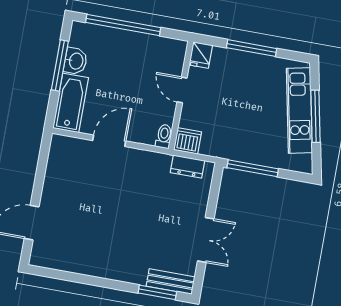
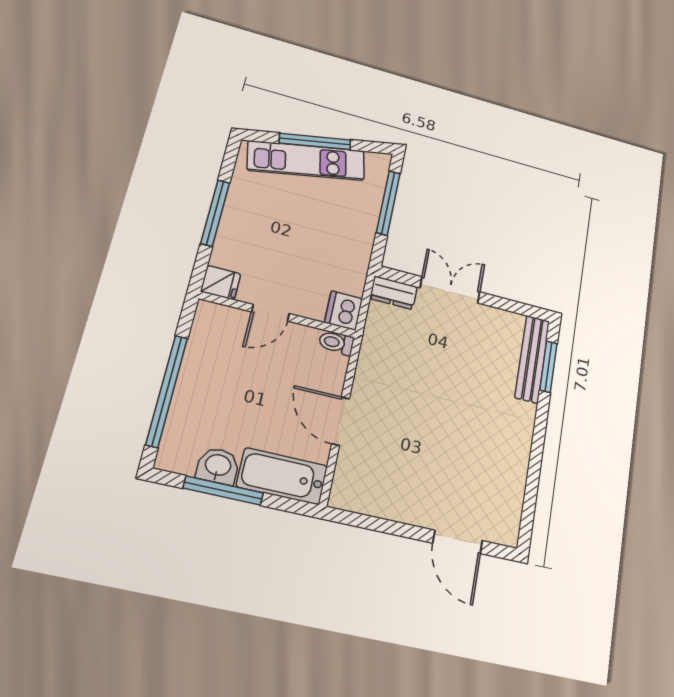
dresser: (188, 166) -> (393, 293), moved, turned 90
window: (253, 168) -> (388, 203), moved
double door: (206, 240) -> (450, 290), moved
bench: (171, 282) -> (532, 359), width x1.36

